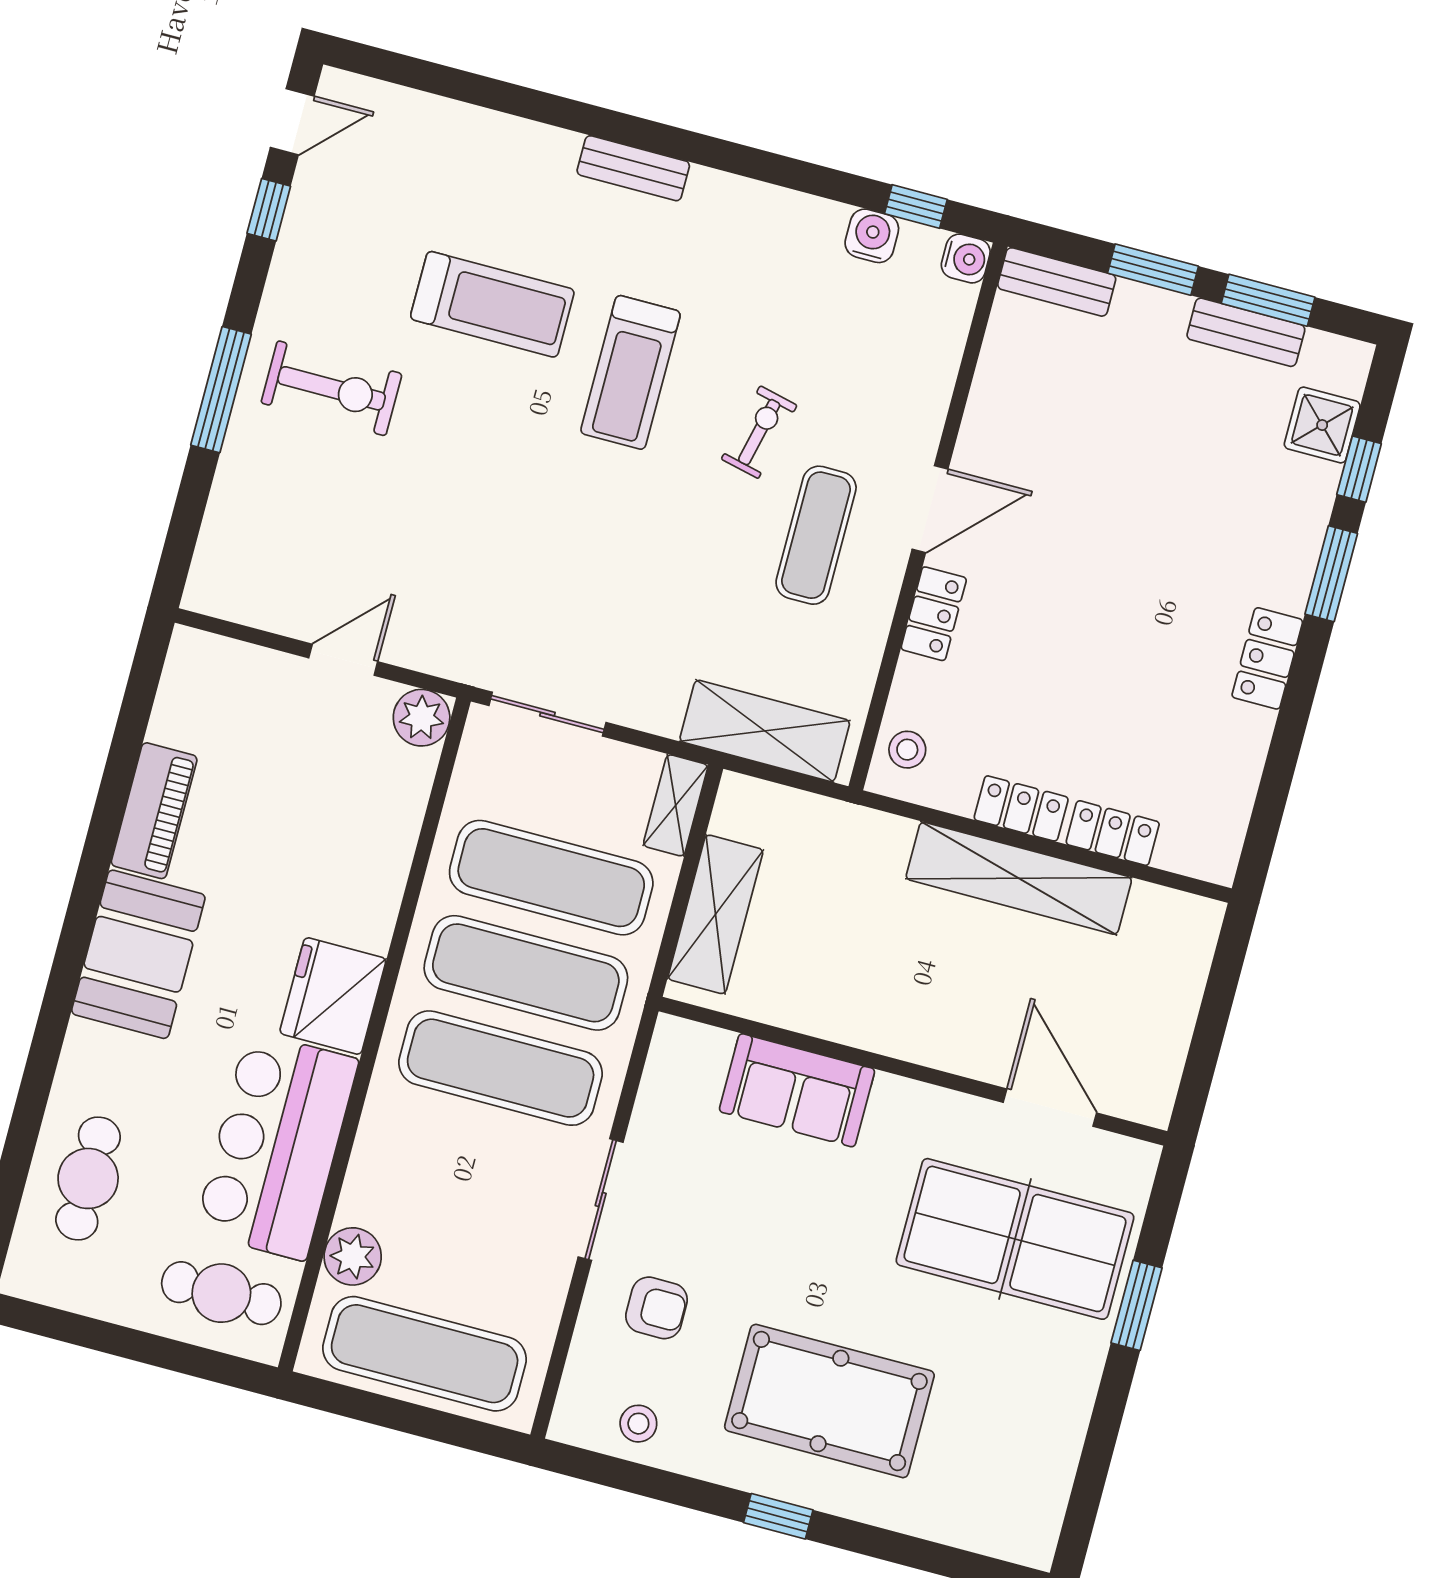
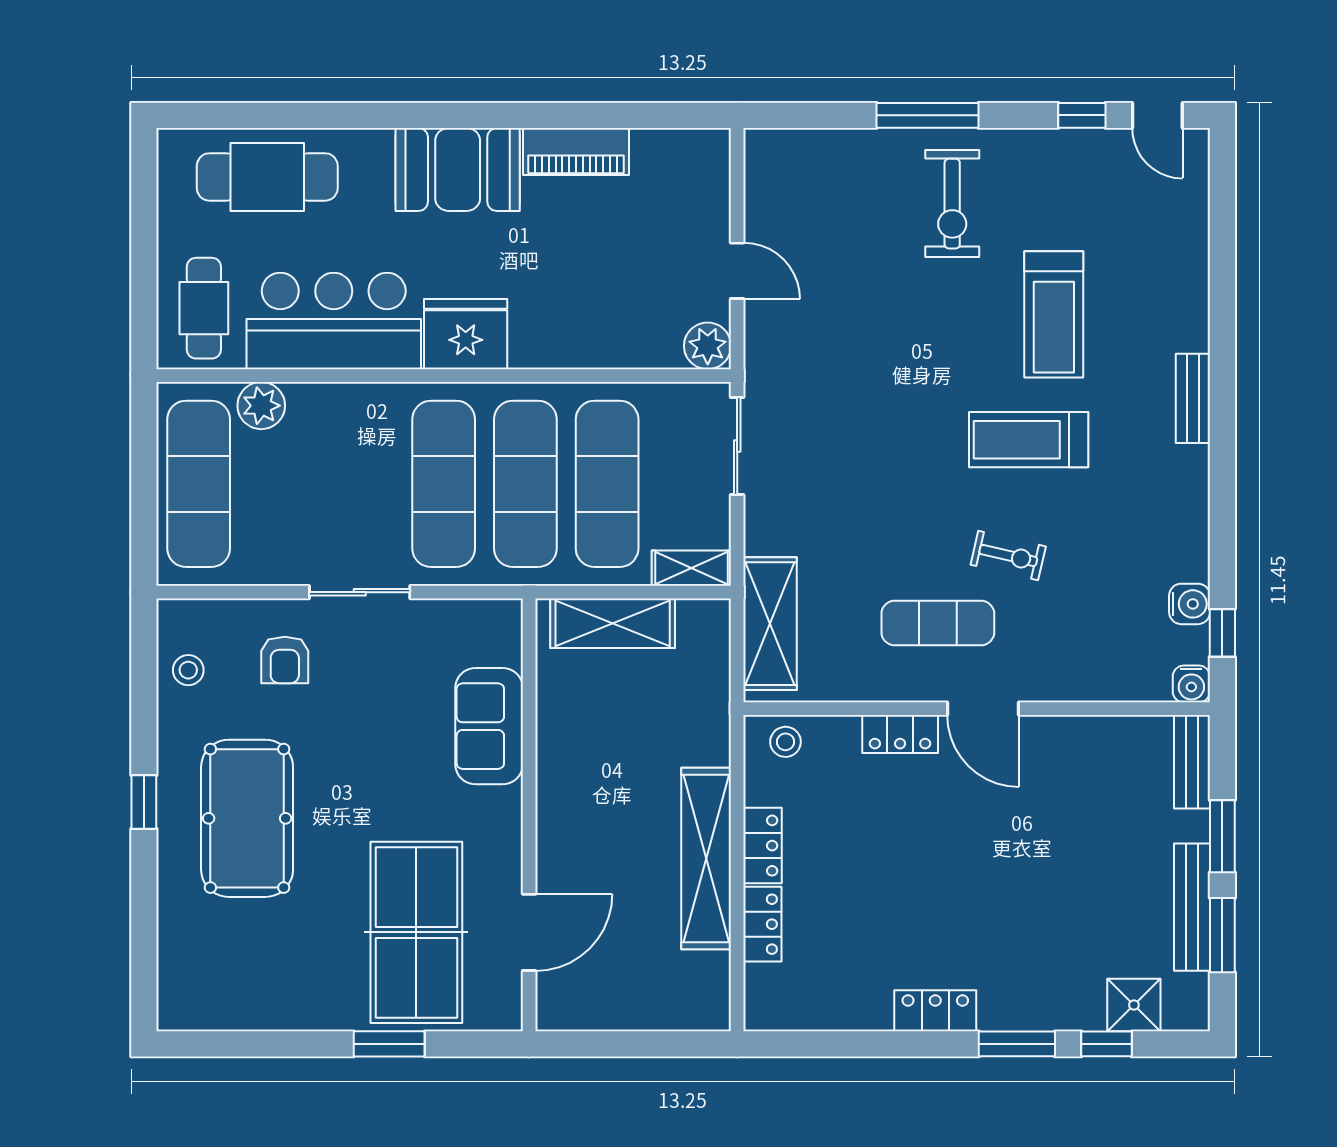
bench: (1246, 332) -> (1192, 907), width x1.36
cafe table: (88, 1178) -> (267, 177), width x1.37, depth x1.35

